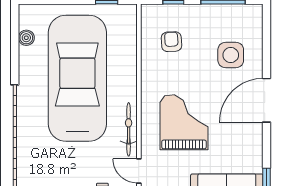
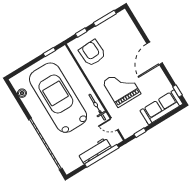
armchair: (171, 42) -> (92, 53), width x1.88, depth x1.88
side table: (231, 55) -> (124, 42), removed

